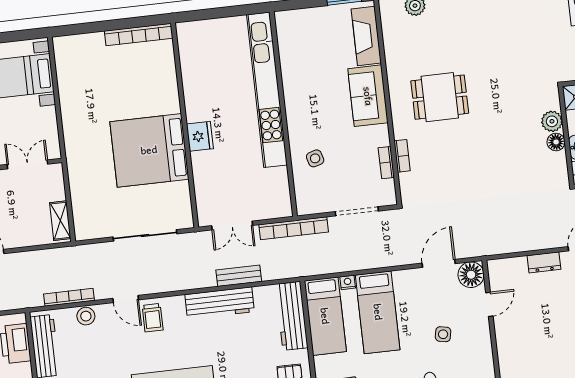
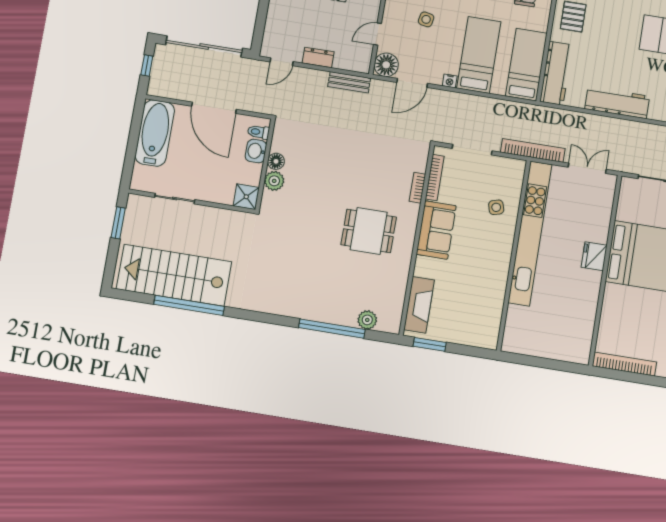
kitchen unit: (267, 90) -> (530, 233), moved
sofa: (368, 96) -> (436, 230), moved
bookcase: (386, 163) -> (435, 178), width x1.56
bench: (239, 276) -> (349, 82), moved
nightstand: (348, 282) -> (450, 81), moved

